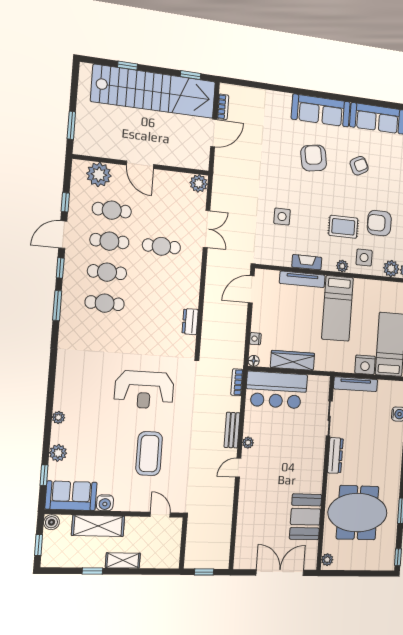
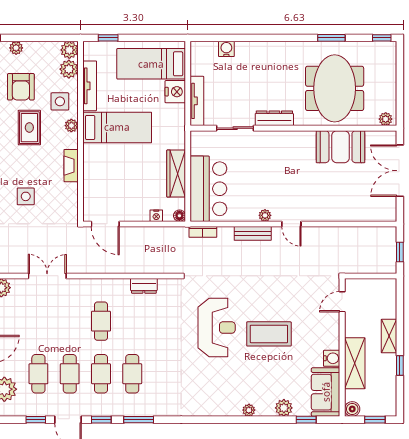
cafe table: (161, 246) -> (101, 321), moved
tv unit: (302, 279) -> (90, 86), moved
coffee table: (149, 454) -> (269, 334), moved

